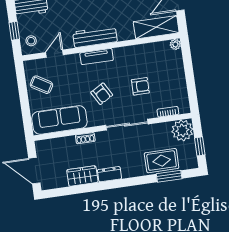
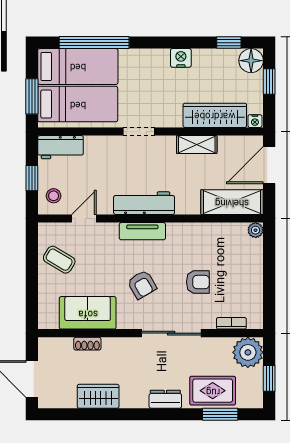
sofa: (59, 120) -> (88, 313), width x0.73
shoe rack: (85, 138) -> (87, 344), moved
dresser: (109, 174) -> (165, 399), moved

